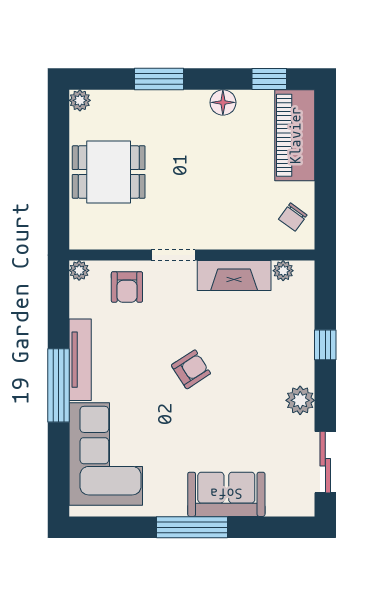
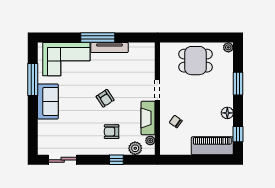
dining table: (109, 172) -> (195, 61), turned 90
chair: (293, 217) -> (176, 122), moved
plant: (79, 270) -> (150, 47), removed
armchair: (127, 287) -> (112, 132), moved
plant: (300, 400) -> (135, 148), moved
sofa: (226, 494) -> (48, 101), moved
window: (192, 527) -> (33, 79), moved

